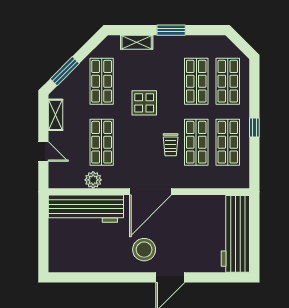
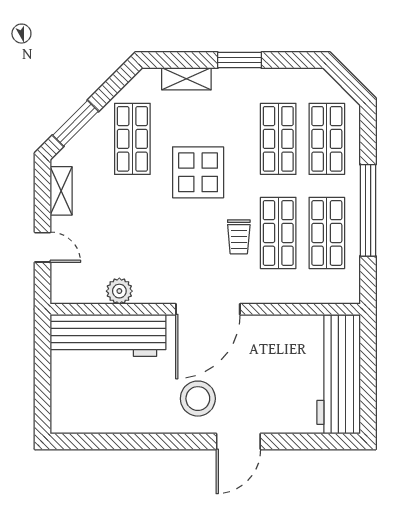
display table: (144, 103) -> (198, 172), width x1.36, depth x1.36
window: (254, 128) -> (368, 210), width x3.17
shop shelf: (102, 142) -> (132, 233), removed

